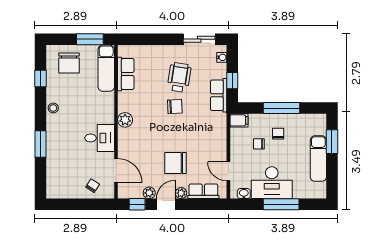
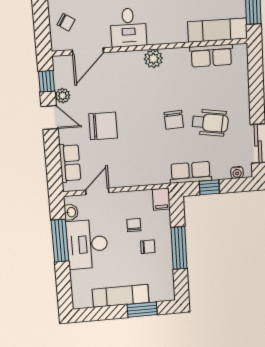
chair: (176, 163) -> (103, 126), turned 90
plant: (181, 193) -> (66, 136), removed
window: (281, 204) -> (60, 241), moved

